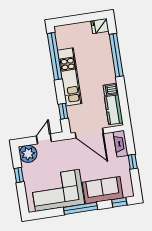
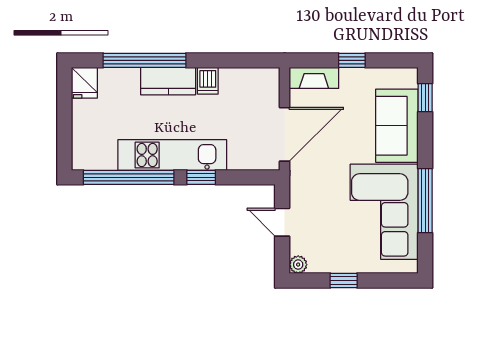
kitchen counter: (114, 110) -> (168, 81), moved
window: (63, 111) -> (201, 177), moved
plant: (28, 154) -> (298, 265), width x0.53, depth x0.53
window: (81, 208) -> (425, 201), moved

